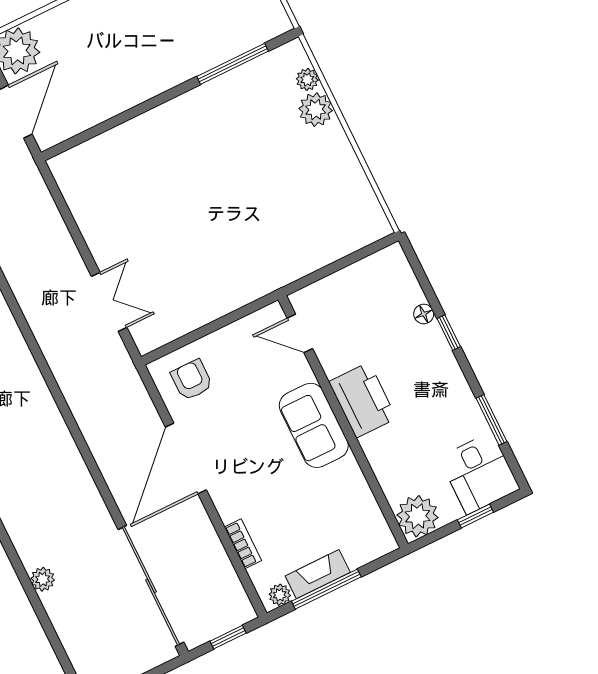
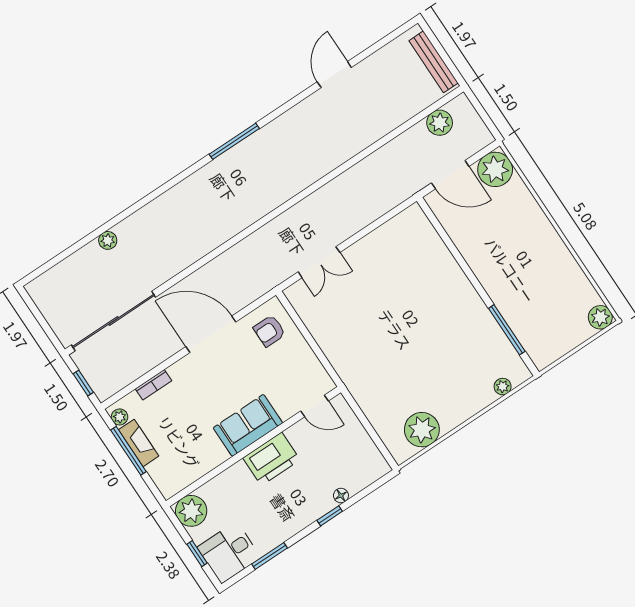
plant: (316, 110) -> (422, 430), moved, width x1.36, depth x1.36
door: (300, 333) -> (314, 406), swing flipped
armchair: (192, 380) -> (269, 331), turned 180

